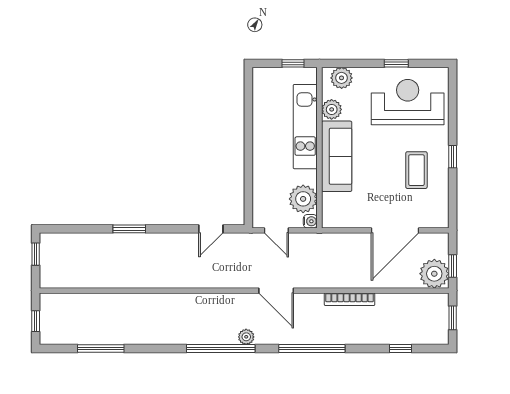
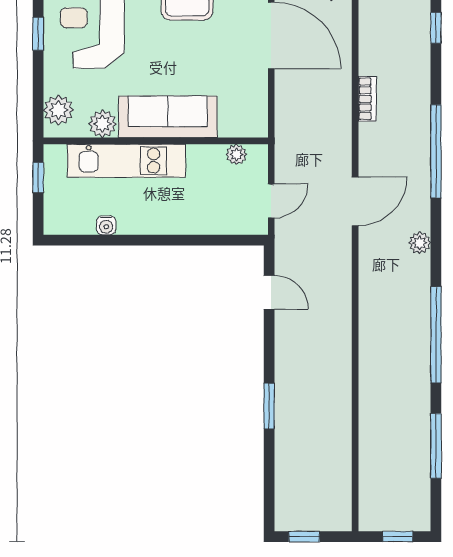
plant: (303, 199) -> (236, 154), width x0.53, depth x0.53
water cooler: (310, 221) -> (106, 225), moved, turned 180
bookcase: (350, 299) -> (367, 99), width x0.64
window: (221, 348) -> (436, 335), moved

